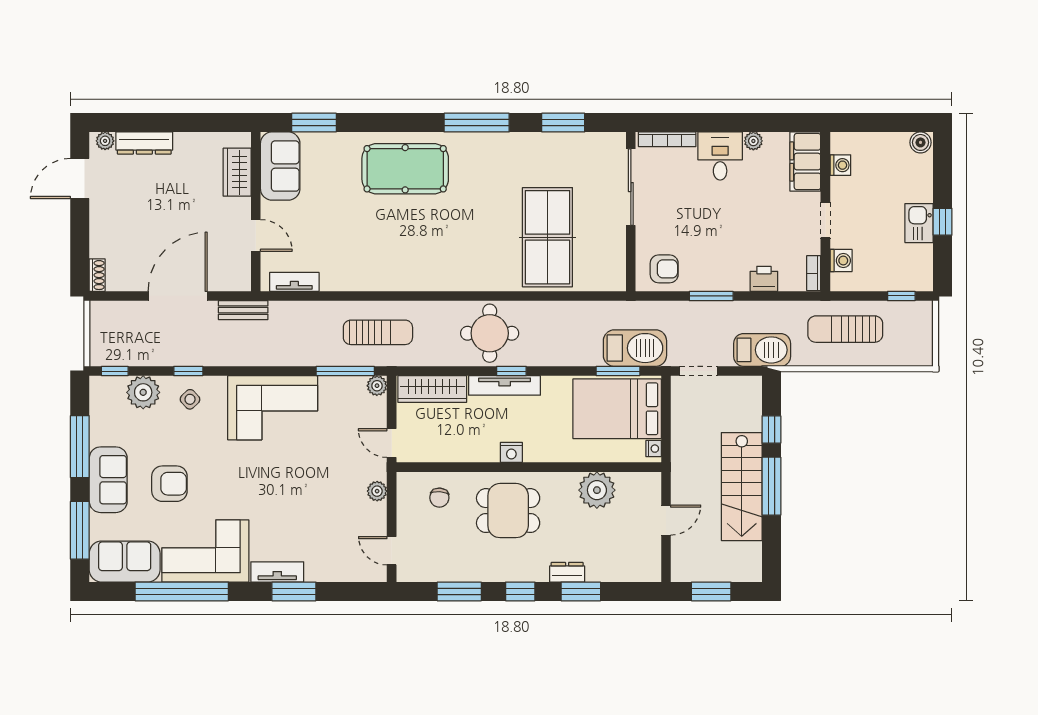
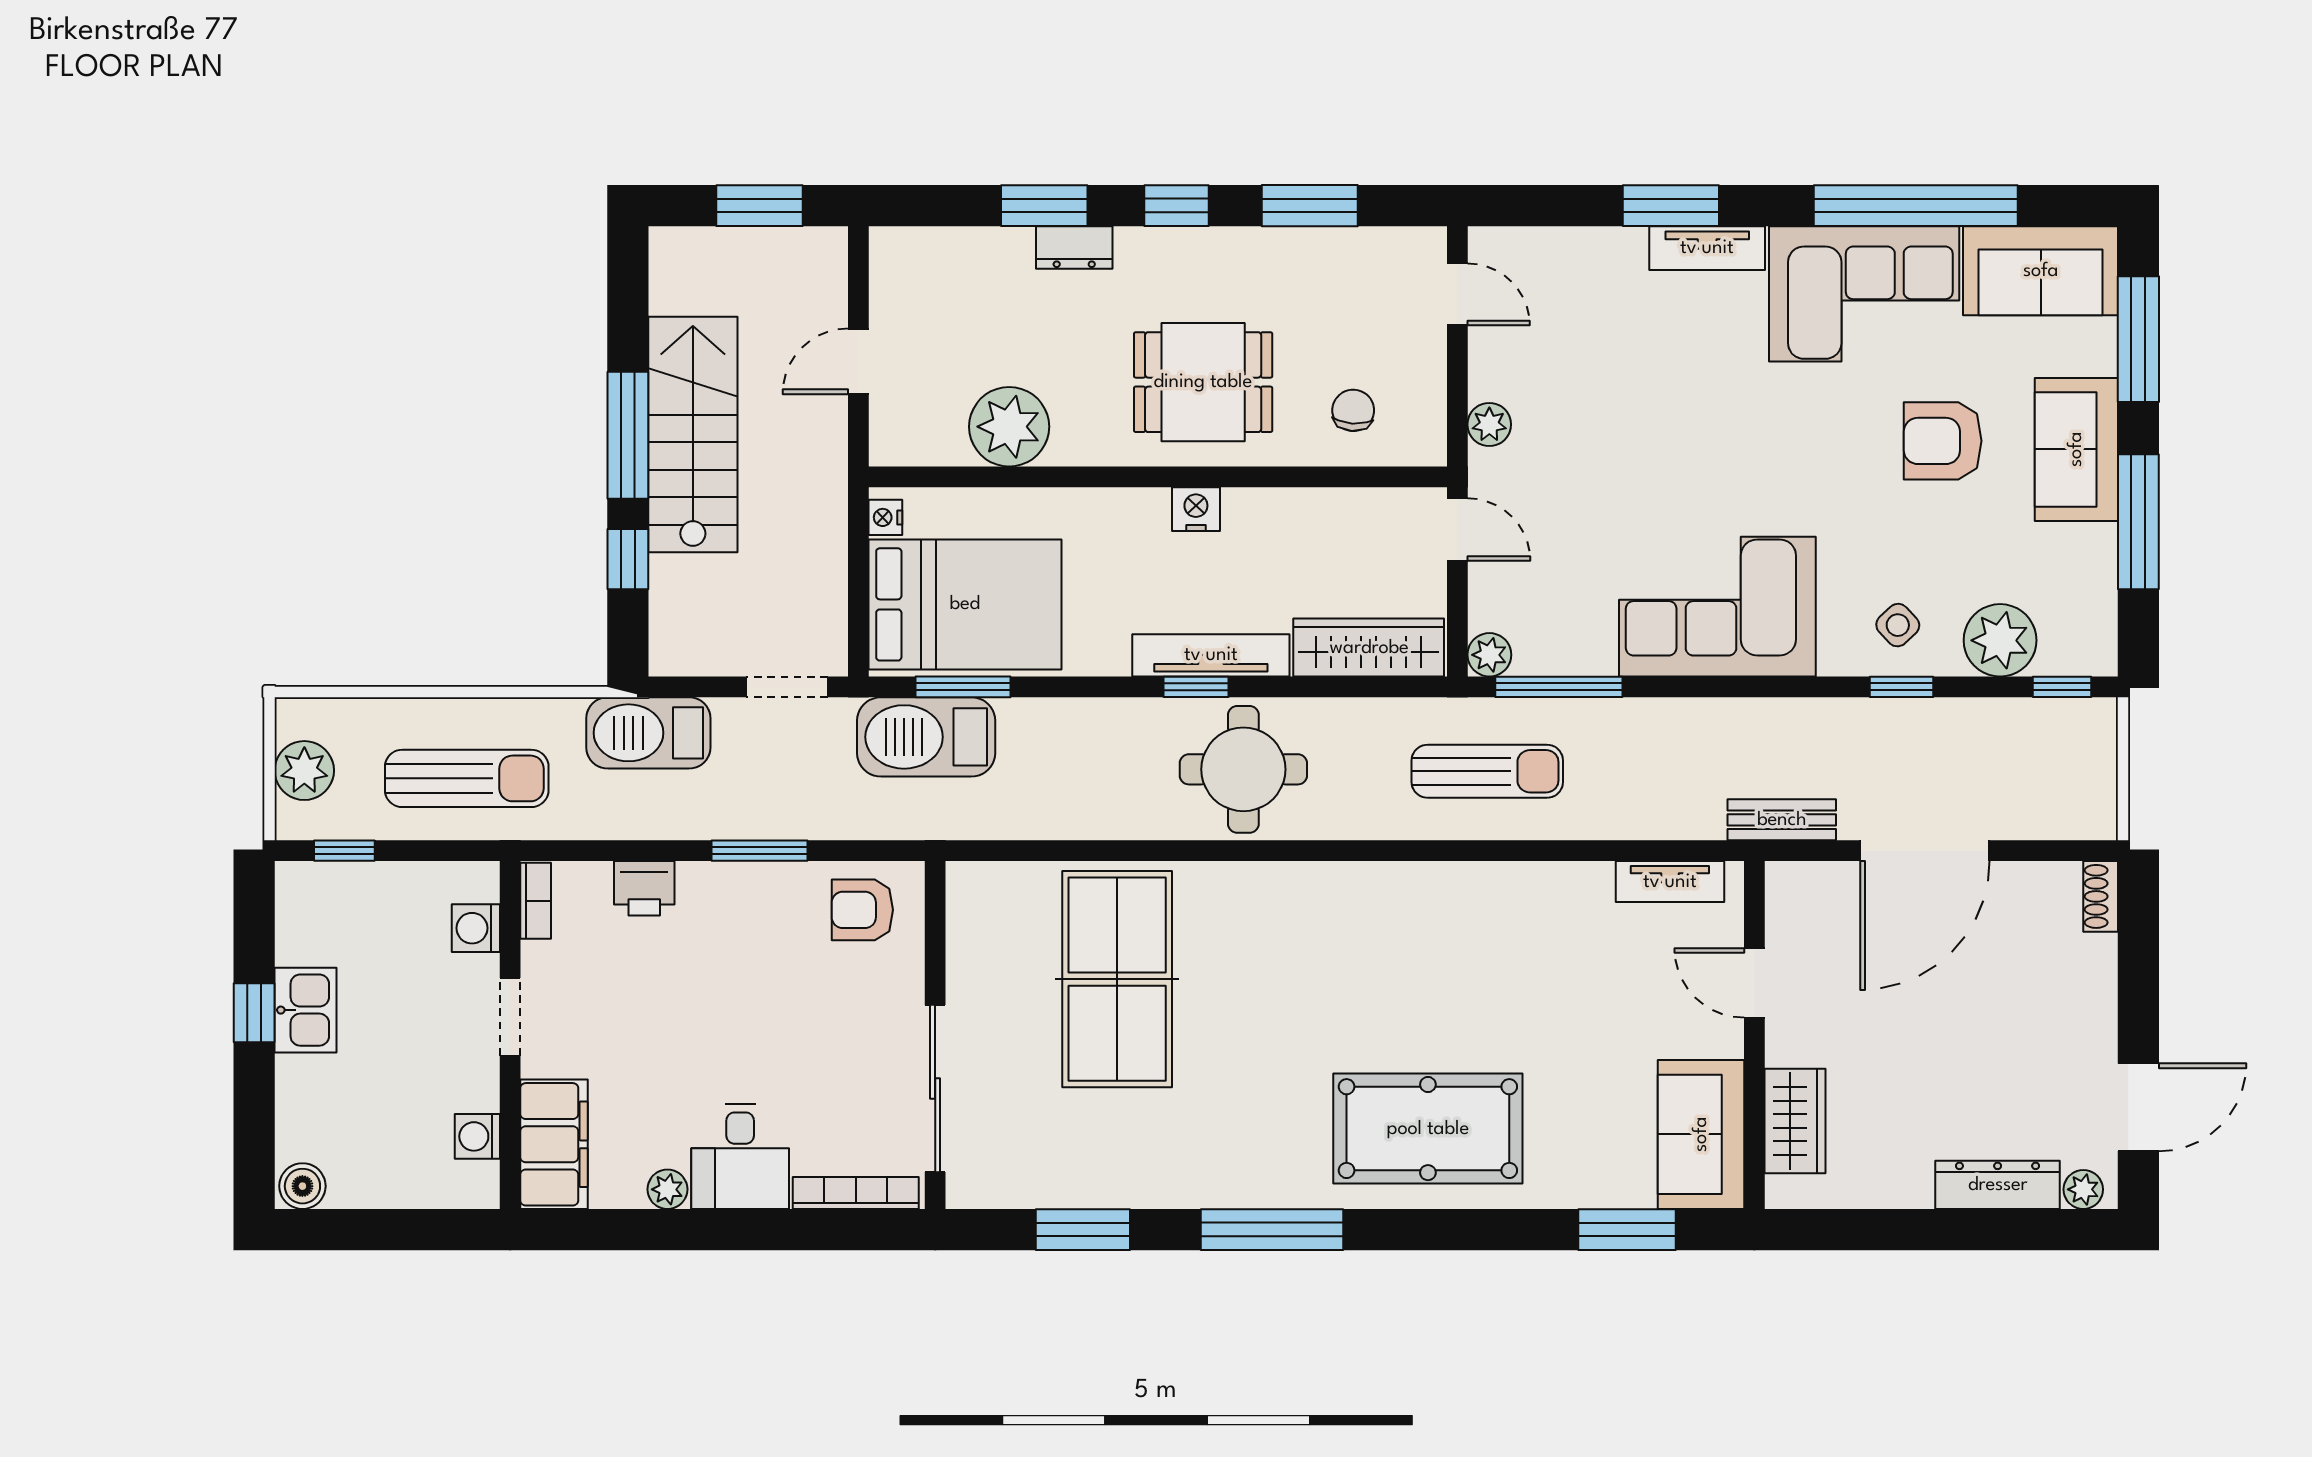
sun lounger: (378, 332) -> (1487, 771), turned 180
plant: (920, 333) -> (304, 771), added

